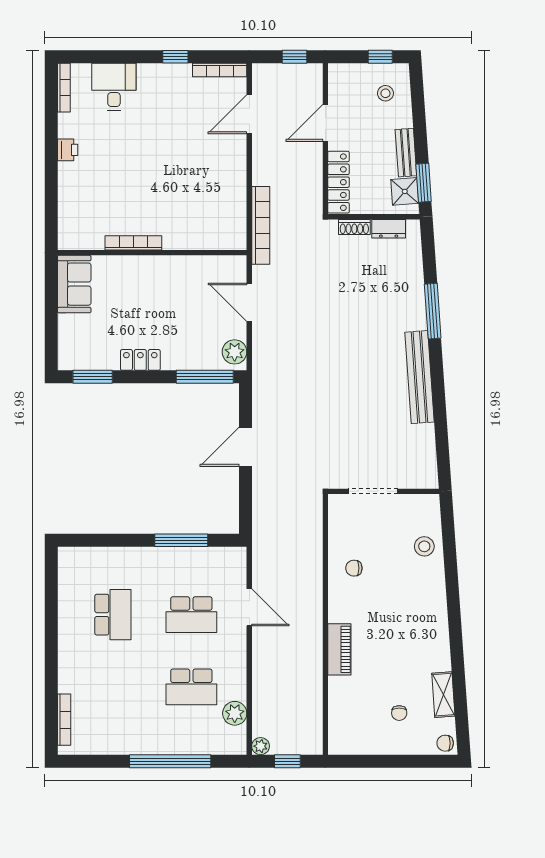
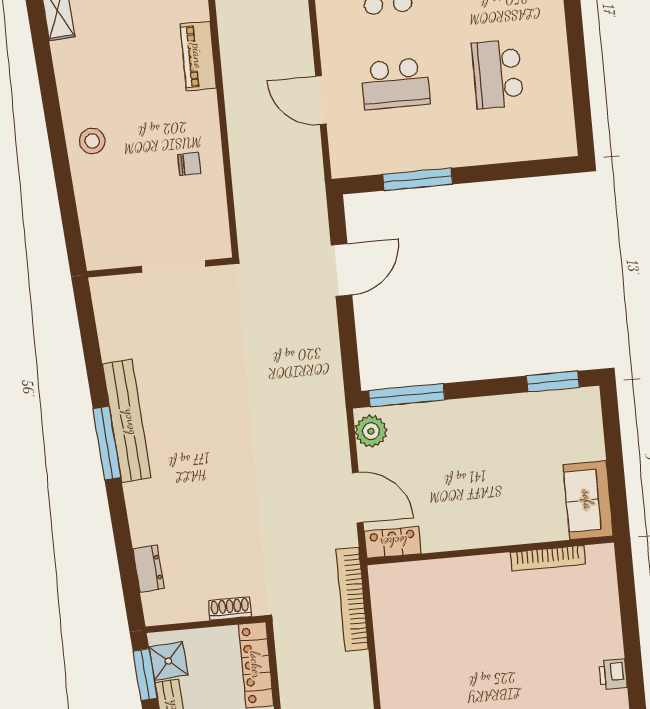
dresser: (389, 229) -> (149, 569), moved, turned 86
bookcase: (133, 243) -> (548, 558), moved
window: (433, 311) -> (107, 443), moved
locker: (140, 360) -> (393, 542), moved, turned 180
door: (245, 447) -> (342, 270), moved
stool: (424, 546) -> (92, 141), moved
school desk: (191, 615) -> (395, 84), turned 180

